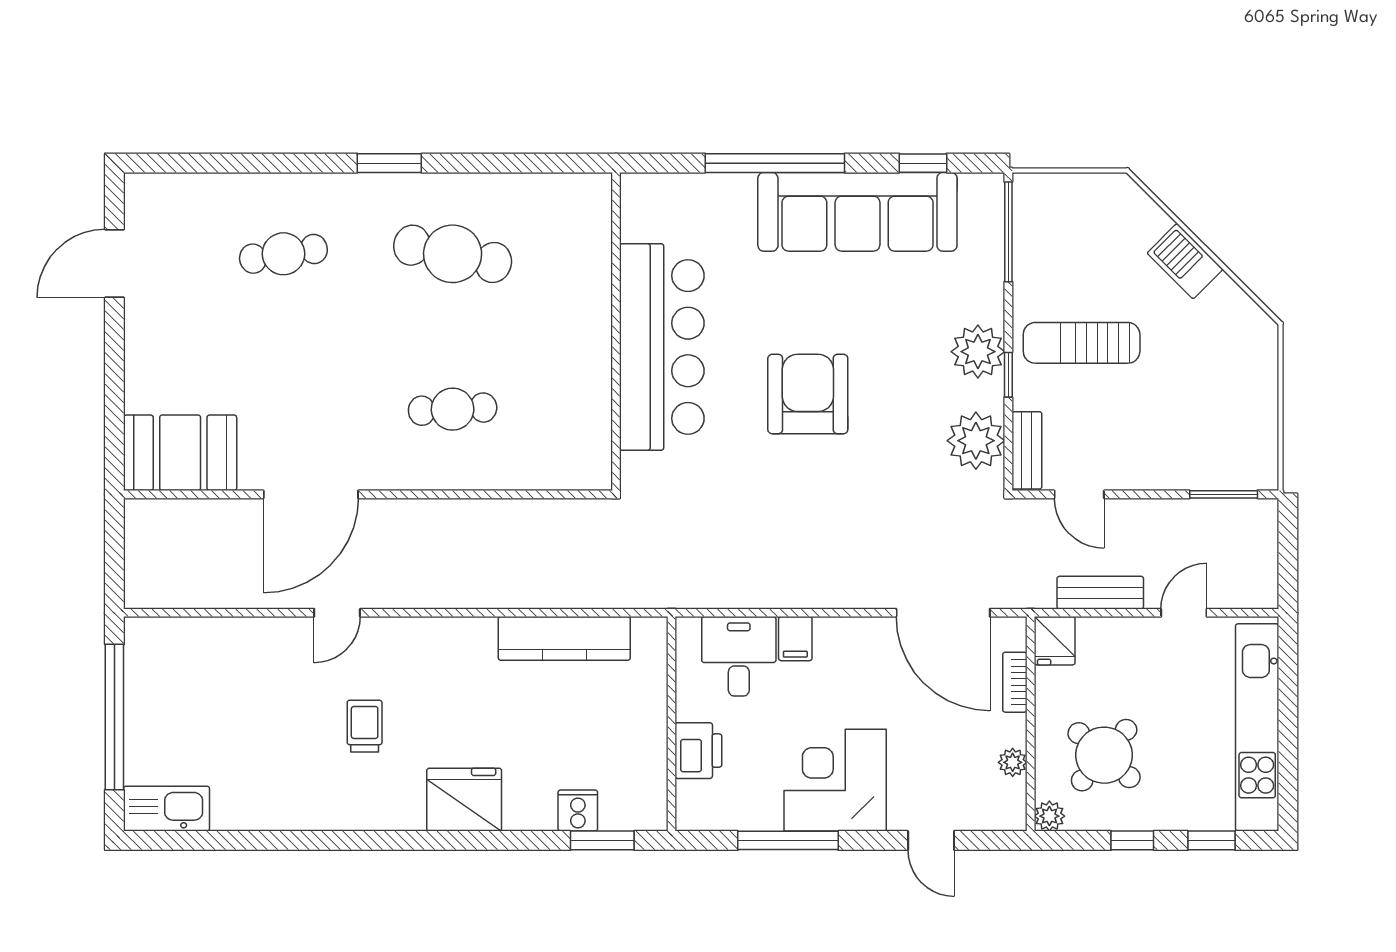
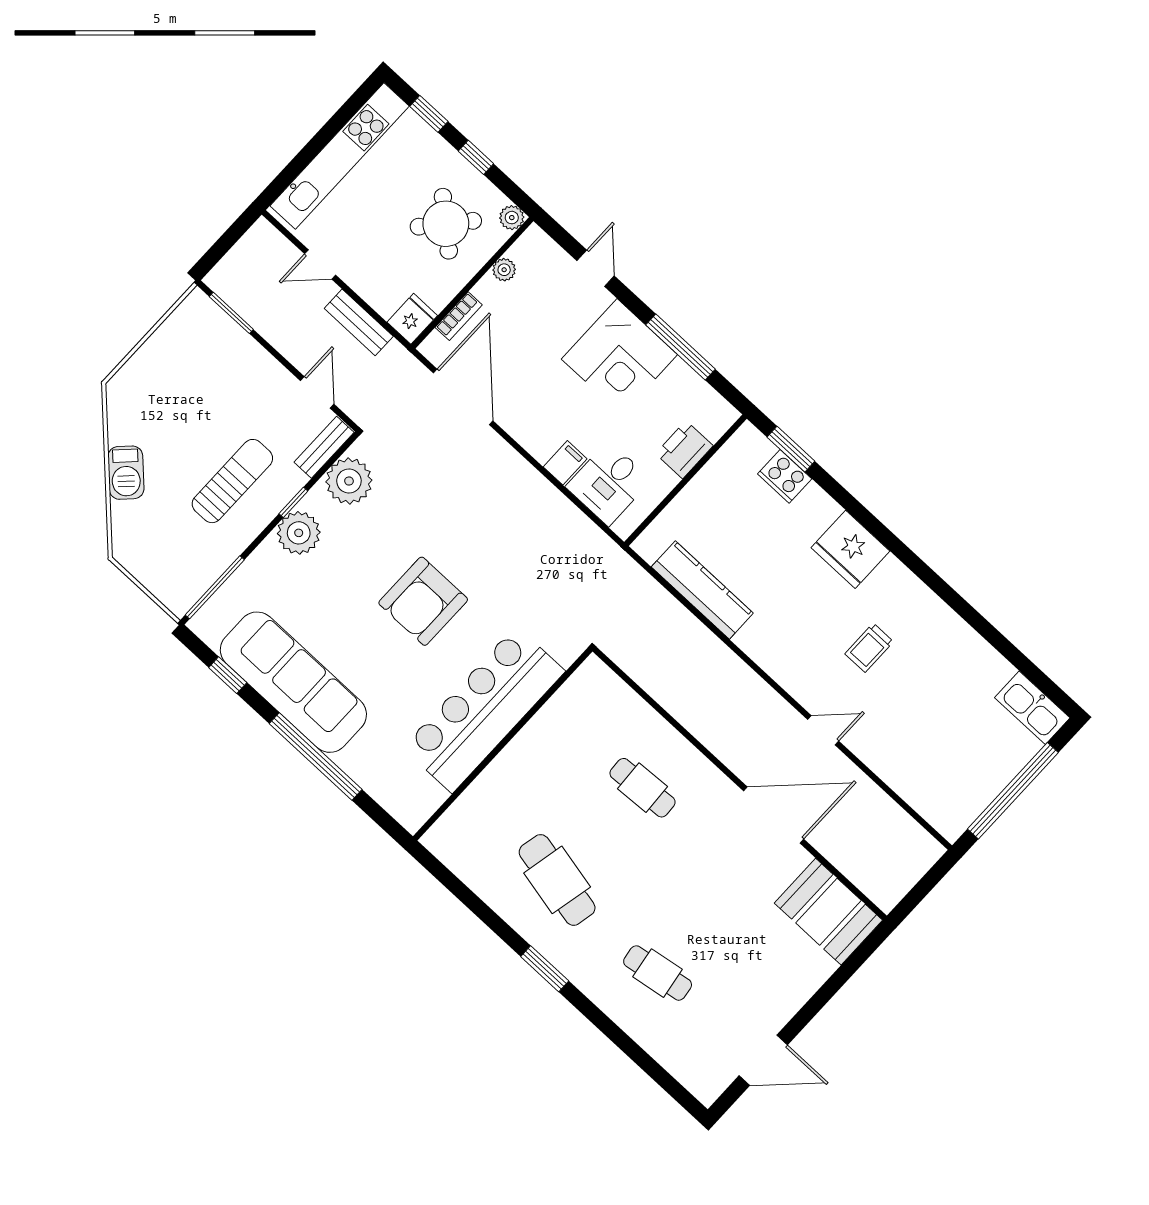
sun lounger: (1082, 343) -> (232, 481), turned -90
cooker: (578, 810) -> (785, 476), width x1.36

